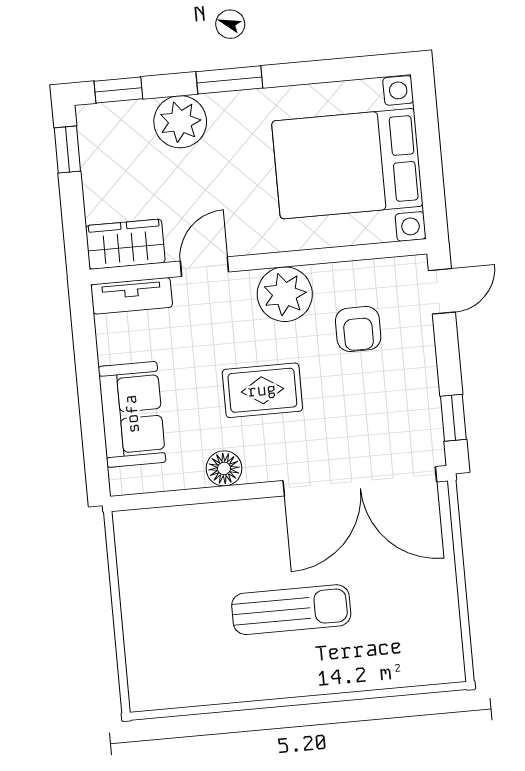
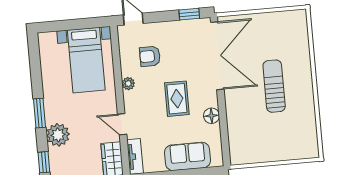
bed with nightstands: (347, 164) -> (86, 60), width x0.73
plant: (285, 294) -> (128, 84), width x0.53, depth x0.53
armchair: (358, 329) -> (150, 56), turned 180

